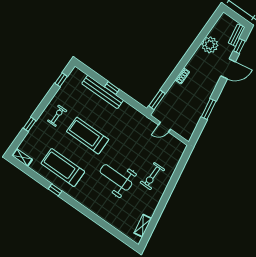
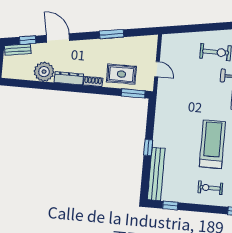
dresser: (195, 60) -> (69, 78), added
bench: (103, 92) -> (156, 174), moved
rug: (176, 99) -> (121, 74), added
treadmill: (88, 136) -> (212, 144), turned 180

